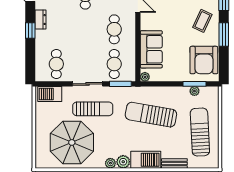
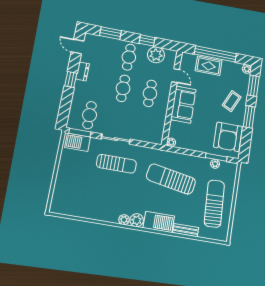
sofa: (151, 49) -> (183, 105), moved
cafe table: (114, 64) -> (123, 88), moved
window: (120, 84) -> (80, 133), moved
parasol: (72, 142) -> (90, 193), removed

